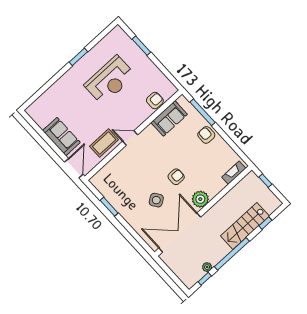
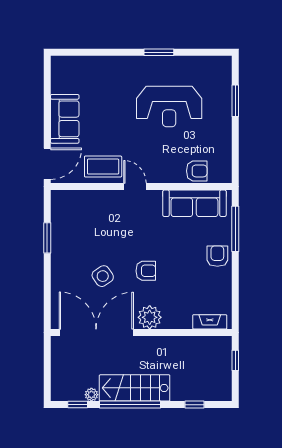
sofa: (169, 118) -> (194, 203), width x1.36
stairs: (245, 226) -> (135, 388), moved

